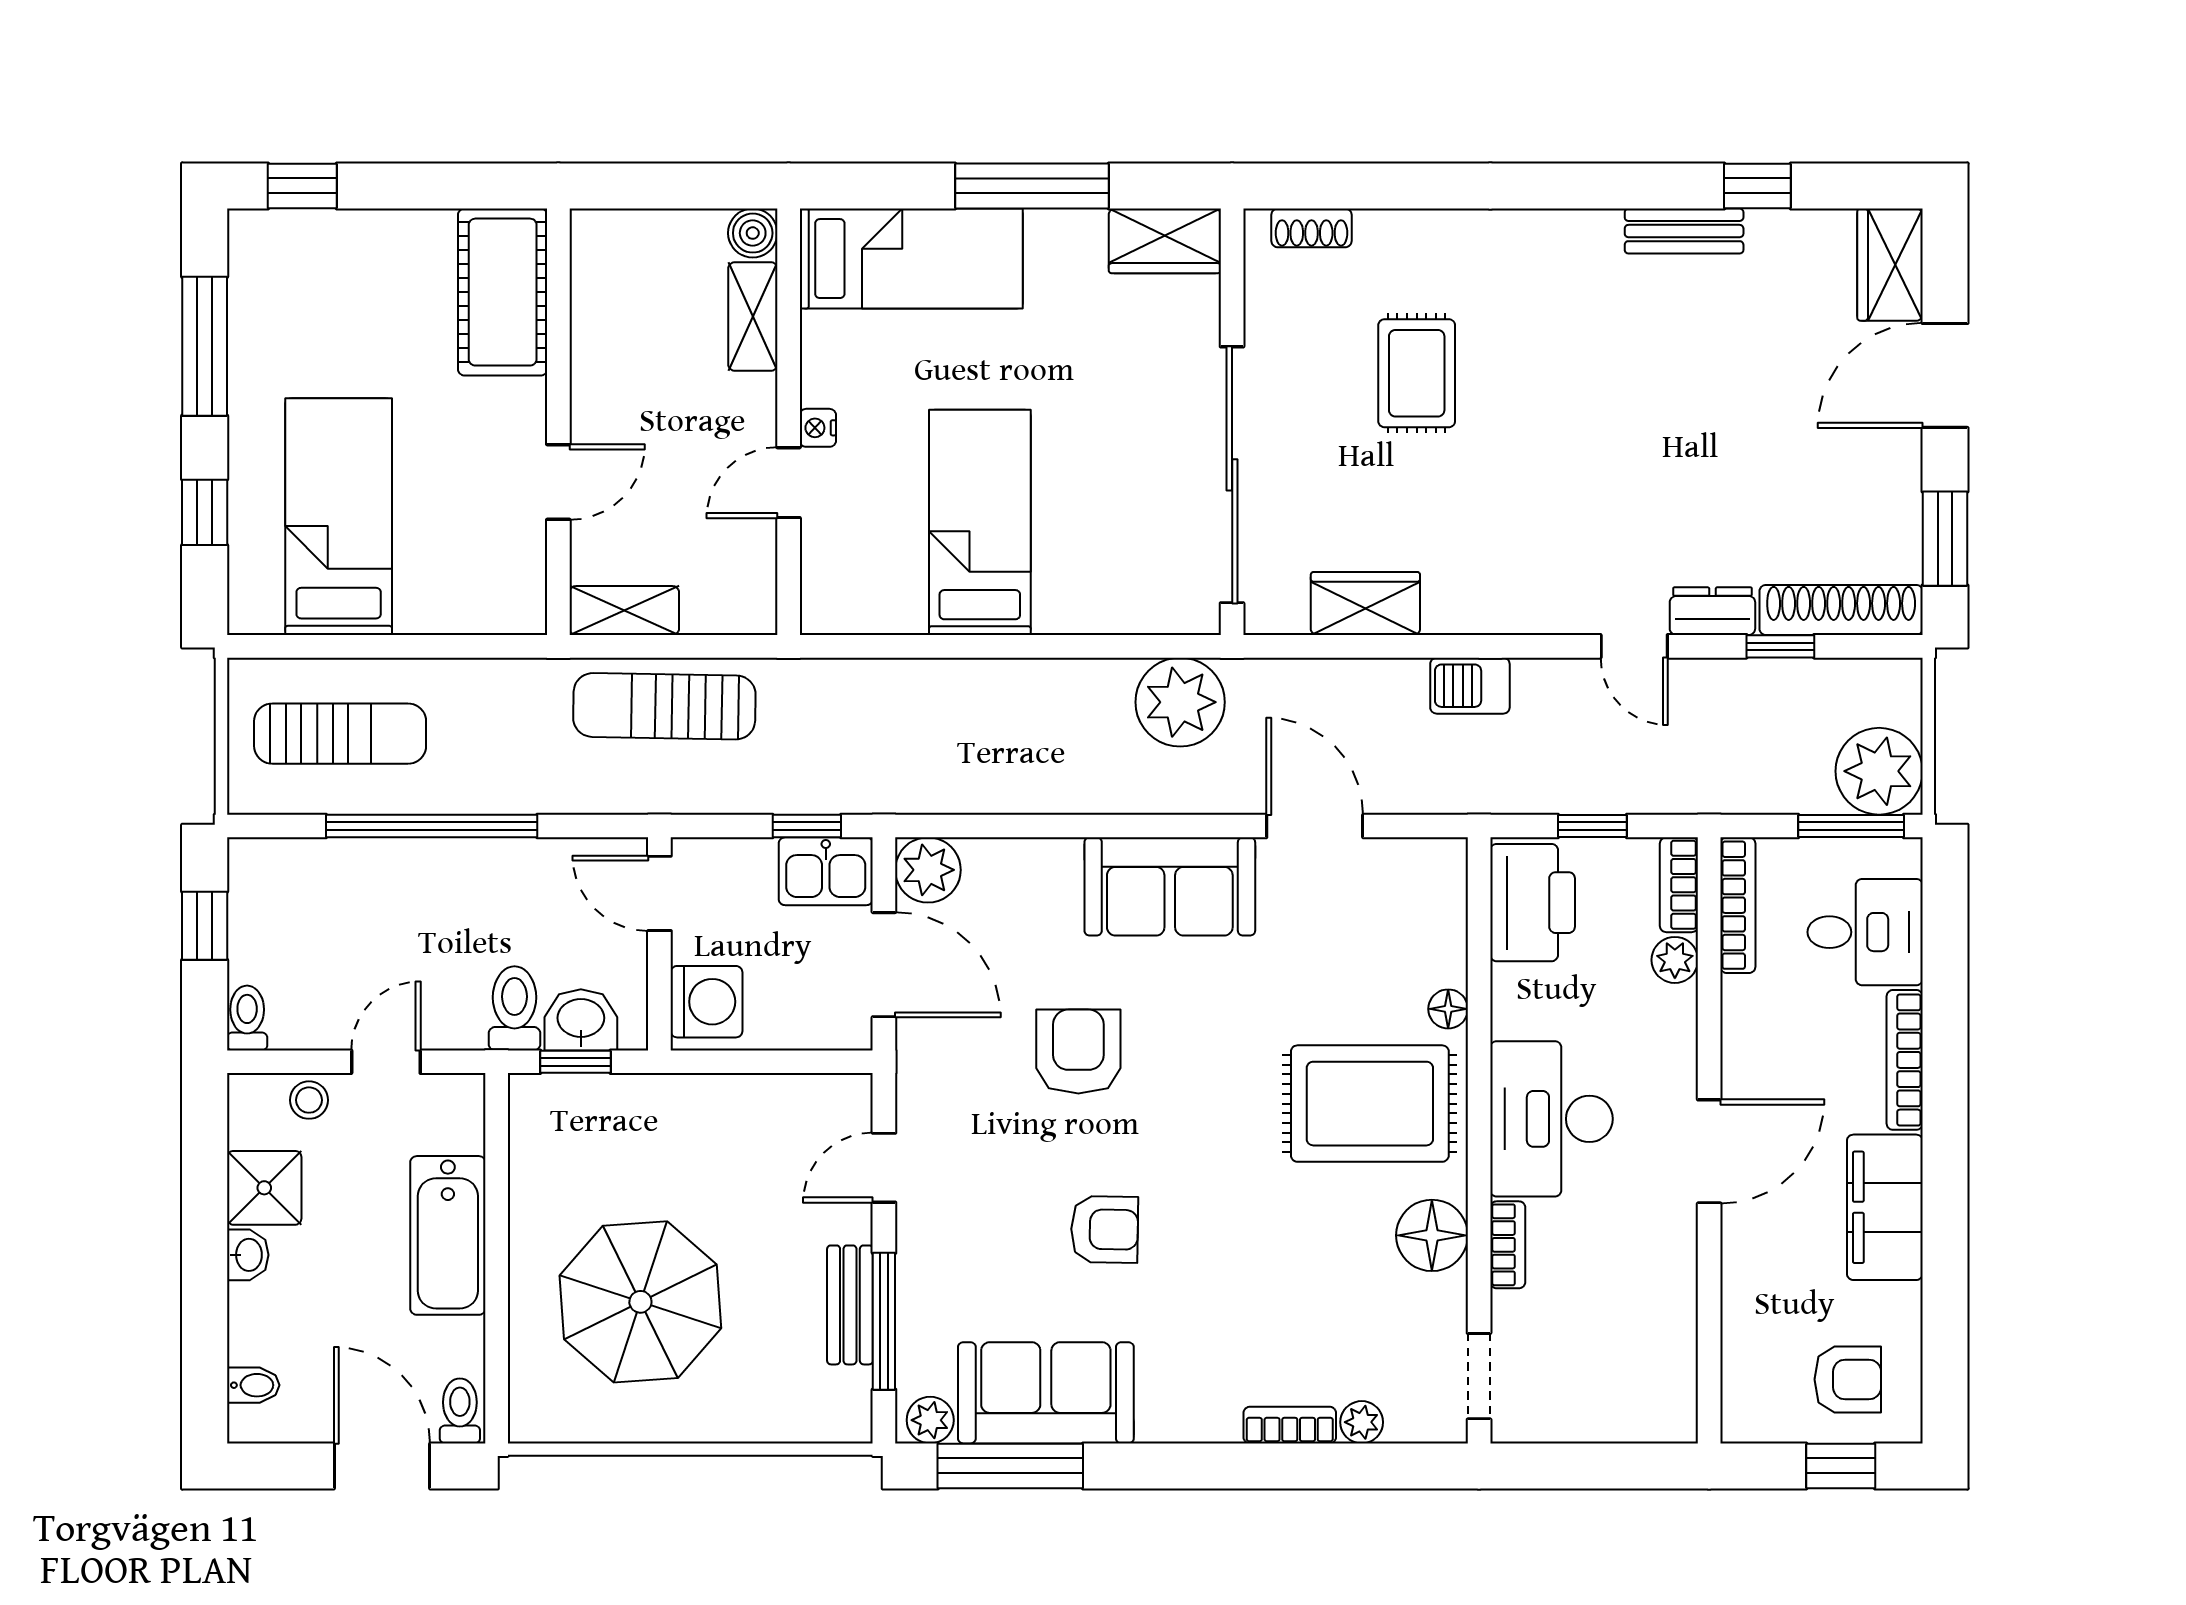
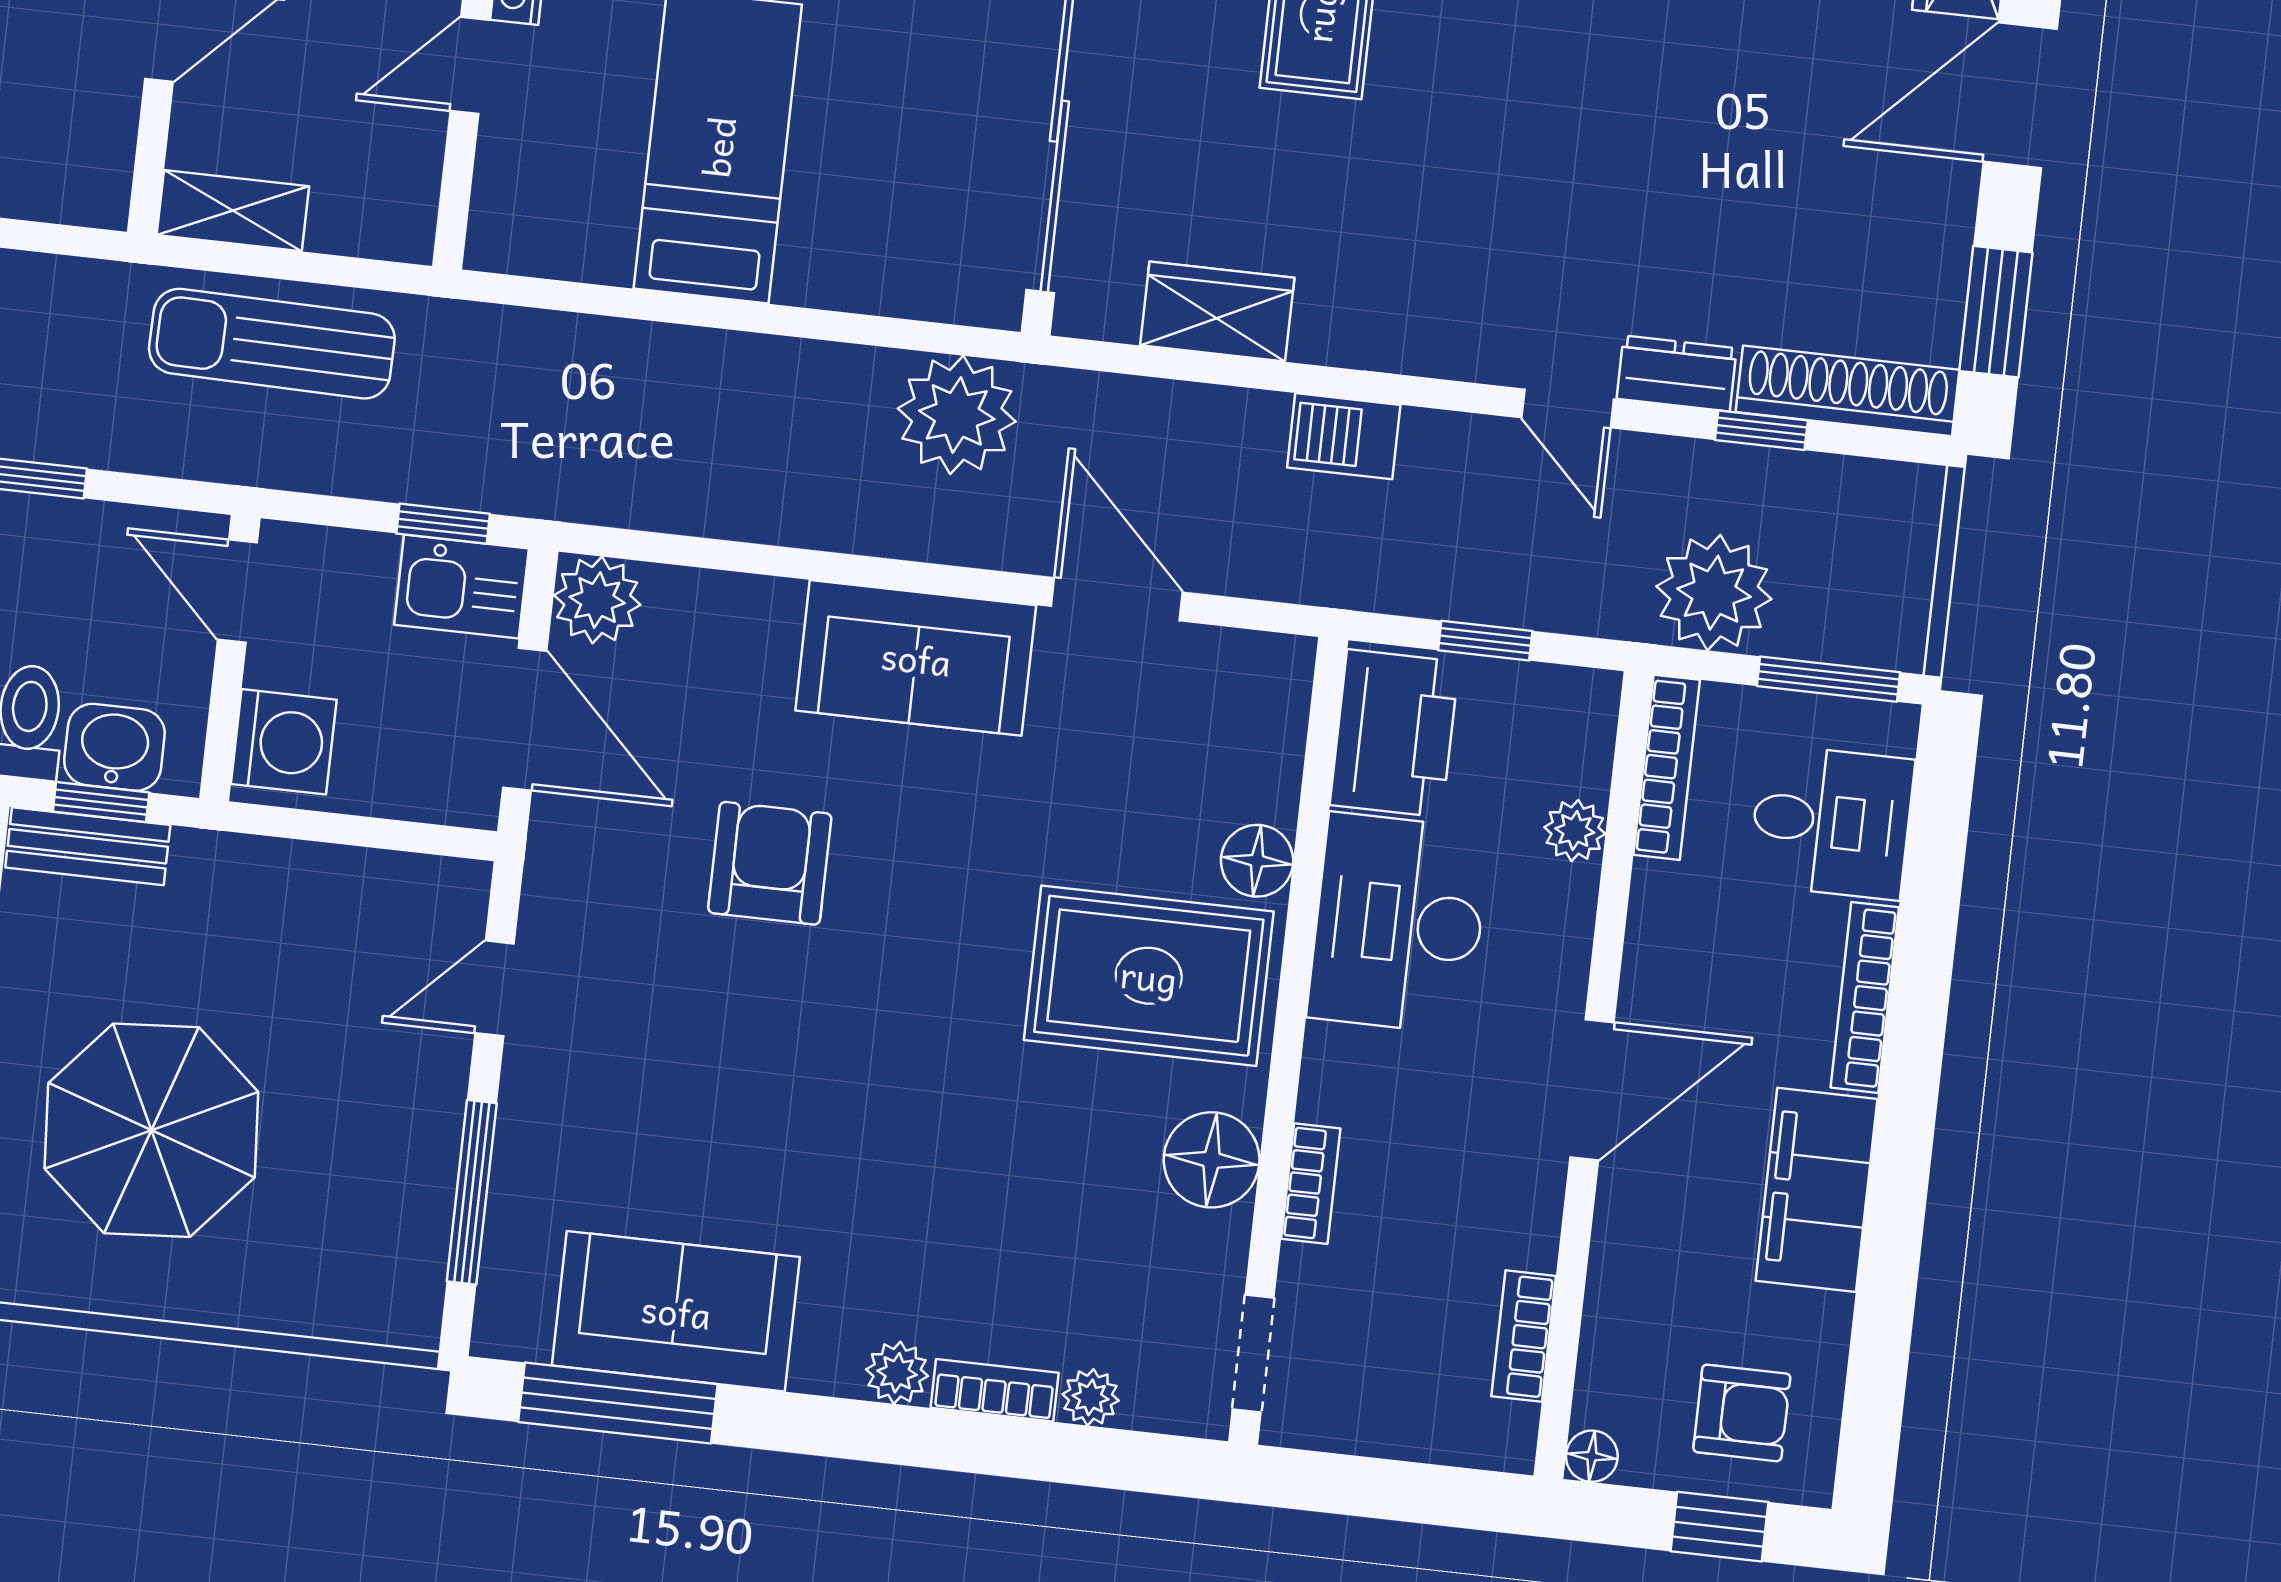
plant: (1879, 771) -> (1714, 593), moved
bookcase: (1679, 885) -> (1524, 1336), moved
floor lamp: (1448, 1009) -> (1257, 861), width x1.37, depth x1.37
desk: (1551, 1119) -> (1399, 923), moved
armchair: (1105, 1229) -> (778, 1103), removed
bench: (850, 1305) -> (88, 846), moved, turned 90
plant: (930, 1420) -> (897, 1373), moved
floor lamp: (1740, 1424) -> (1592, 1456), added

